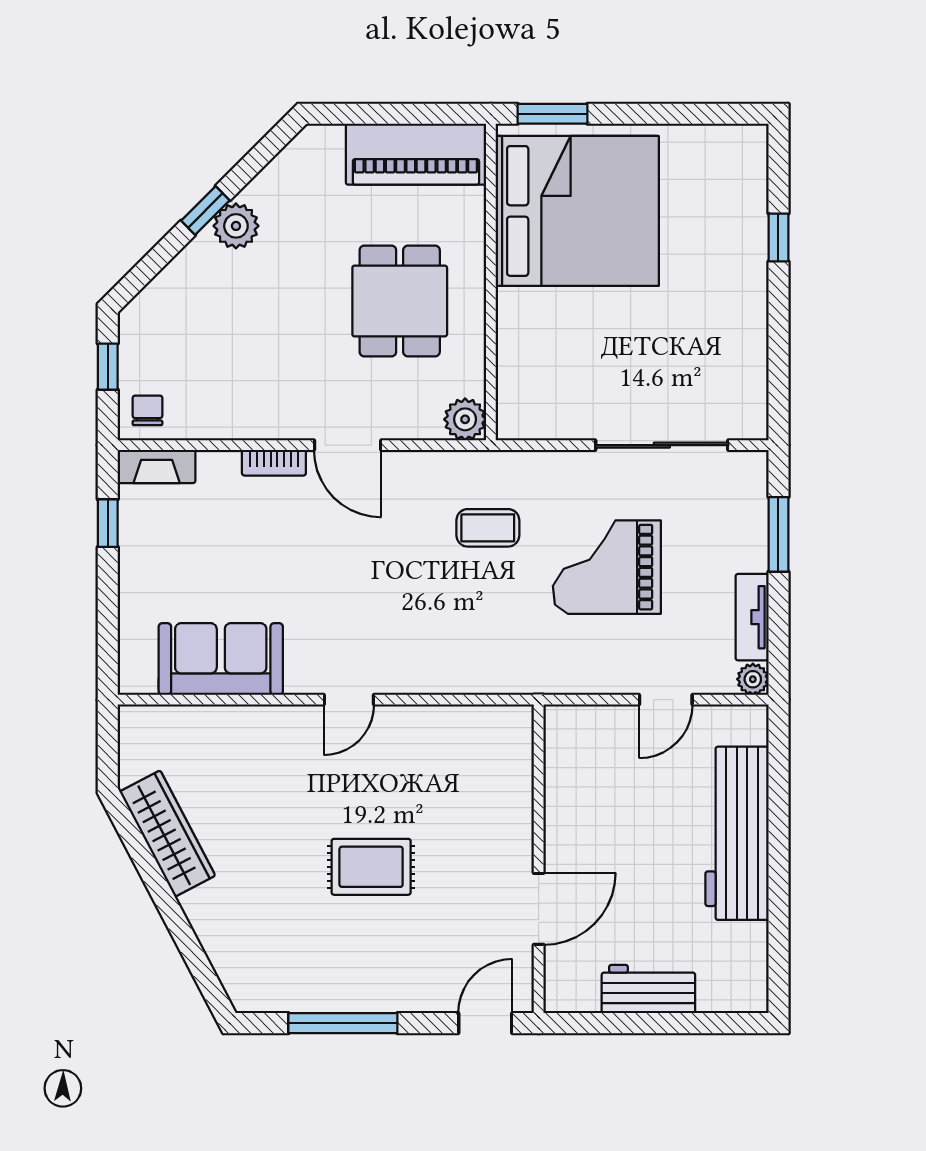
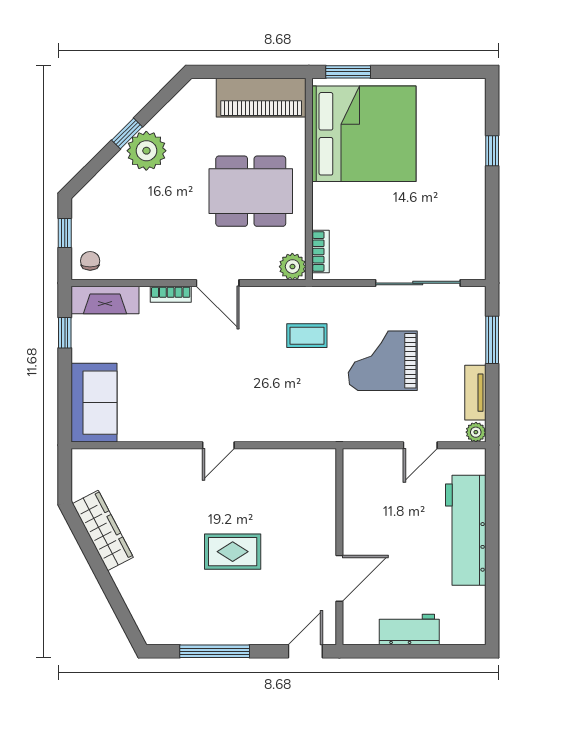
plant: (236, 226) -> (146, 151), width x1.36, depth x1.36
dining table: (400, 301) -> (251, 191), width x1.38
bookcase: (509, 396) -> (320, 251), added
fireplace: (157, 466) -> (105, 300), width x1.37, depth x1.32
sofa: (221, 659) -> (94, 403), moved, turned 90

